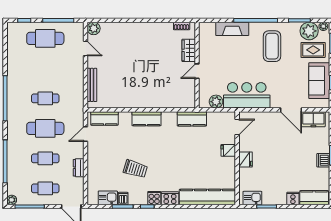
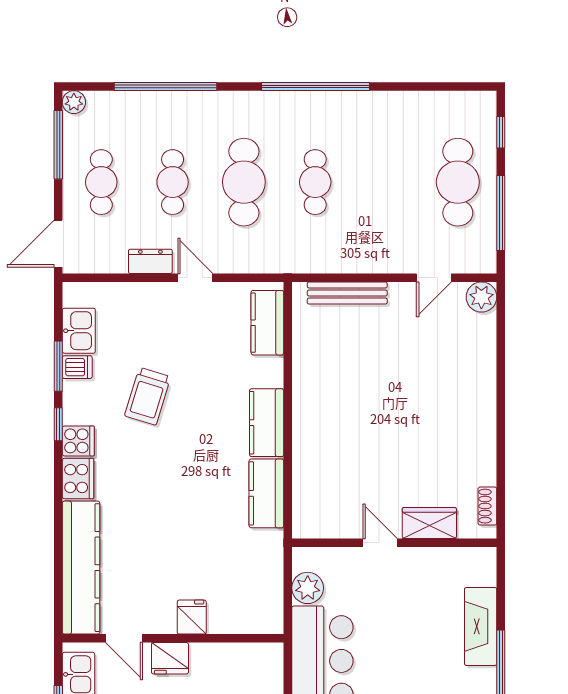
kitchen counter: (192, 119) -> (266, 493), moved
door: (237, 127) -> (124, 638), moved
door: (86, 134) -> (195, 278), moved

